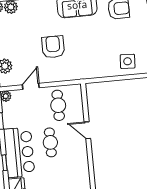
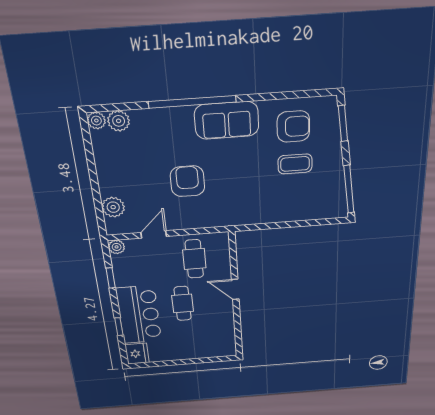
coffee table: (122, 34) -> (295, 164), added
side table: (128, 61) -> (300, 203), removed

